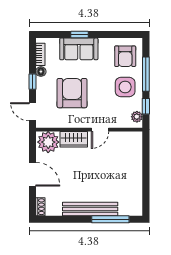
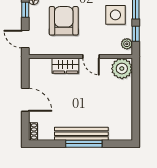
door: (100, 130) -> (91, 56), hinge flipped
plant: (48, 142) -> (122, 69), moved
window: (110, 219) -> (84, 144), moved

